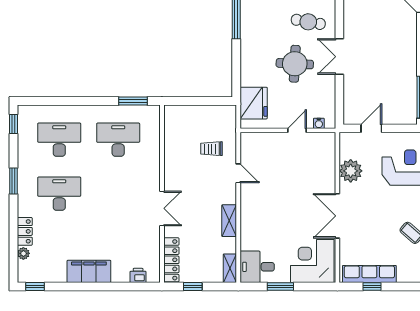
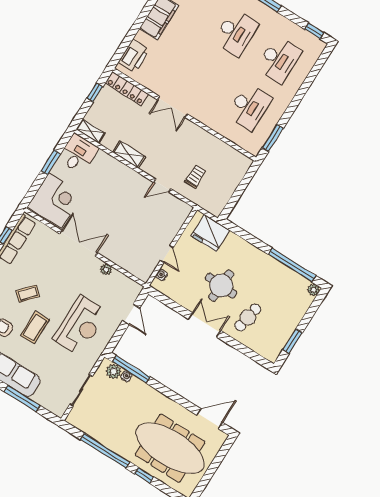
plant: (351, 171) -> (106, 269), width x0.53, depth x0.53
printer: (138, 275) -> (134, 56), width x1.87, depth x1.48

